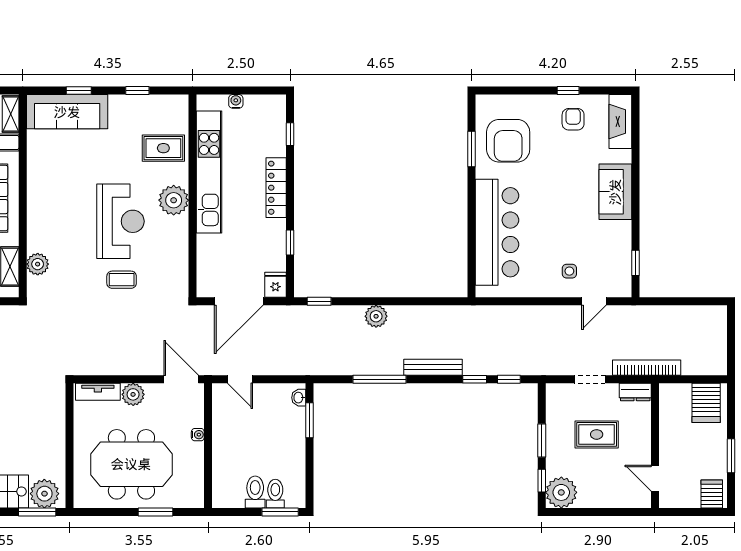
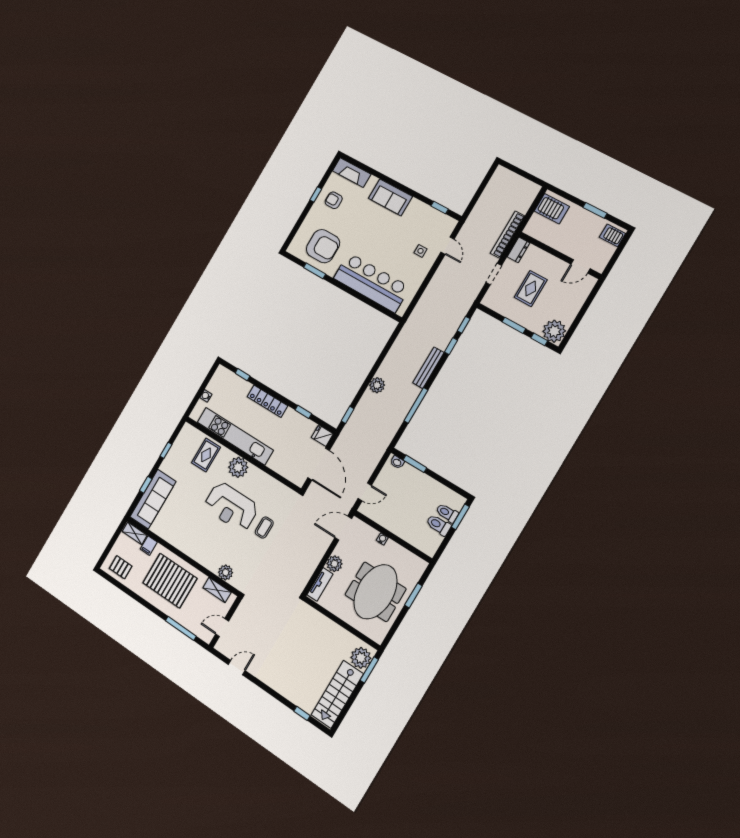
reception desk: (121, 221) -> (231, 507), turned 180

